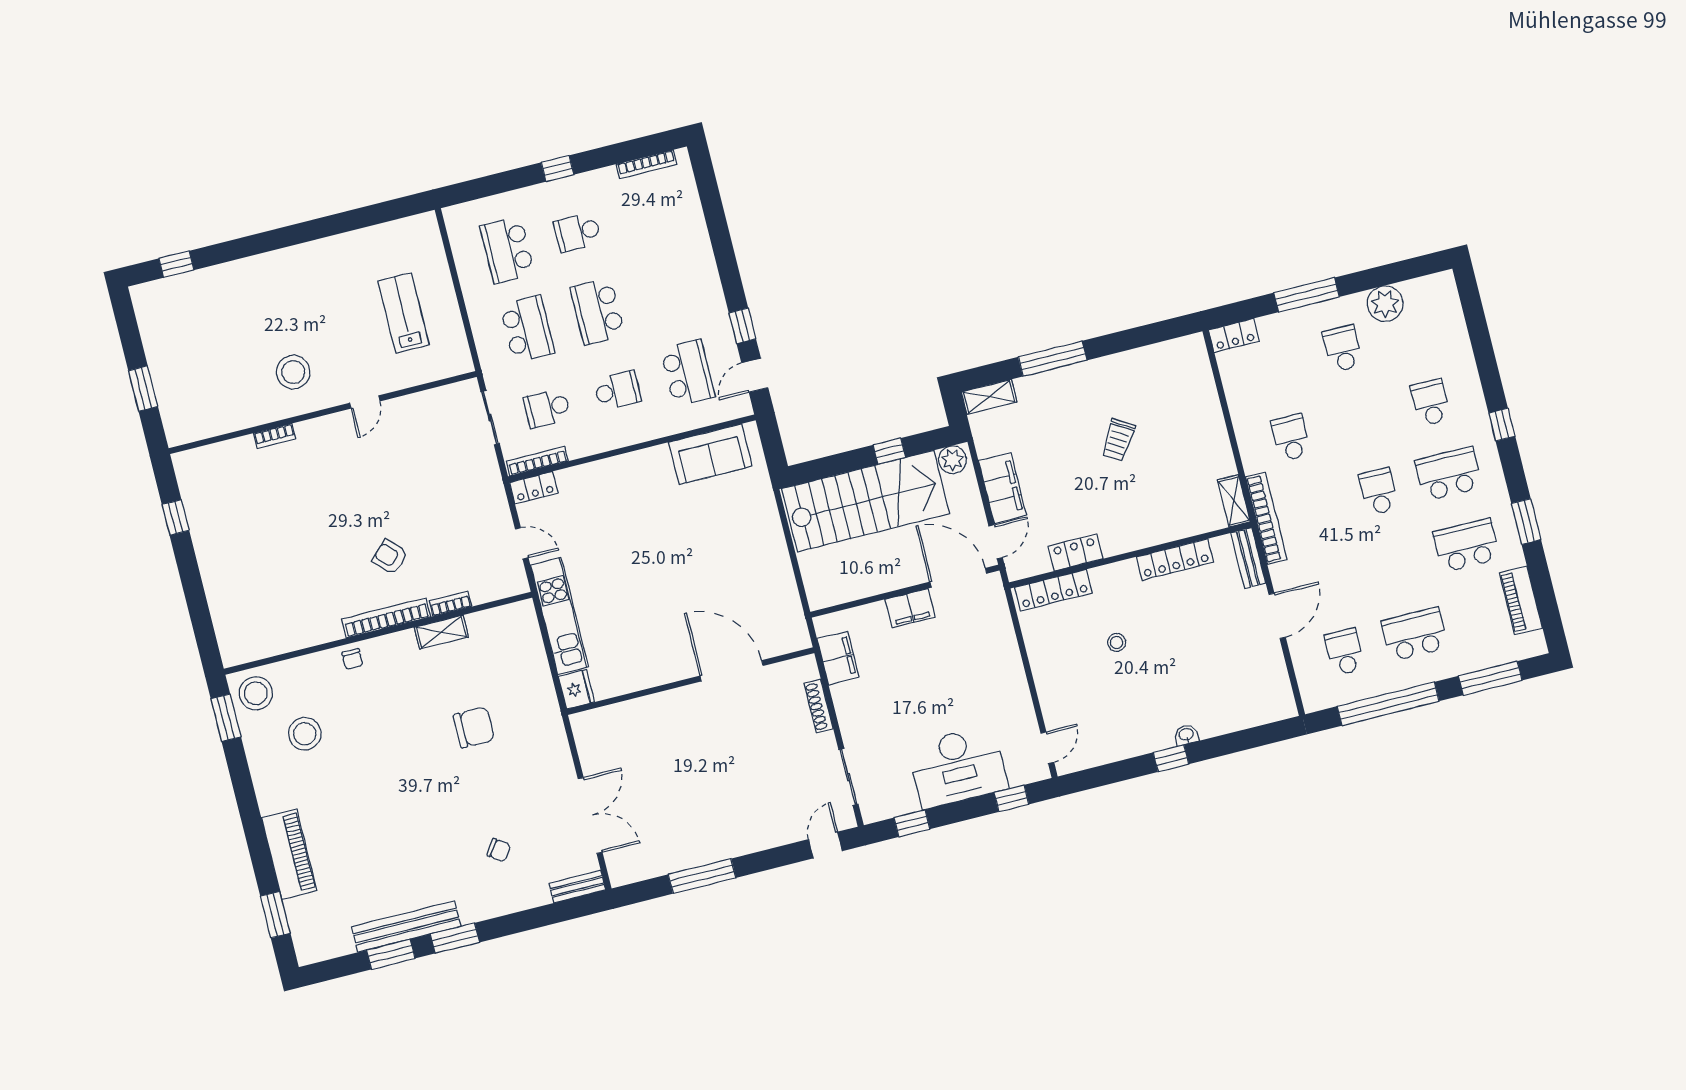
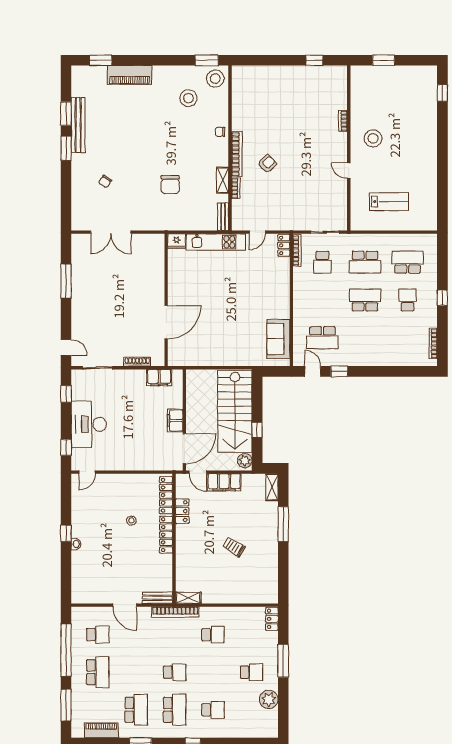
school desk: (617, 390) -> (322, 300), removed
school desk: (547, 408) -> (322, 262), turned 180
locker: (1175, 560) -> (166, 535), moved
door: (1047, 748) -> (87, 472), hinge flipped
bench: (577, 887) -> (223, 217), moved

